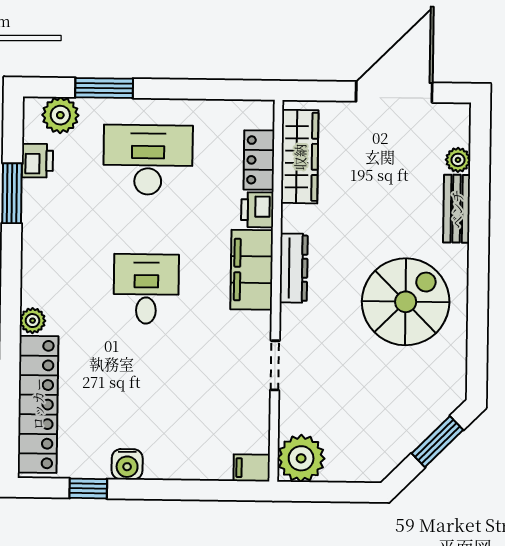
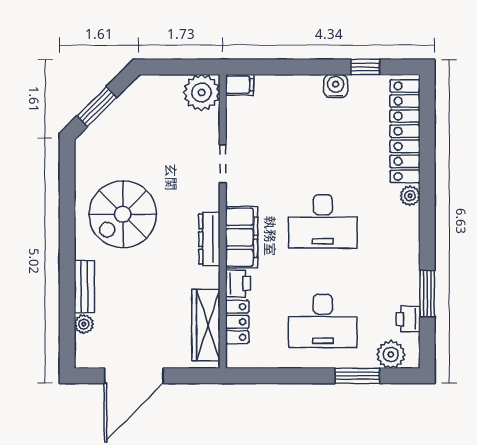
desk: (146, 289) -> (323, 221), width x1.37

